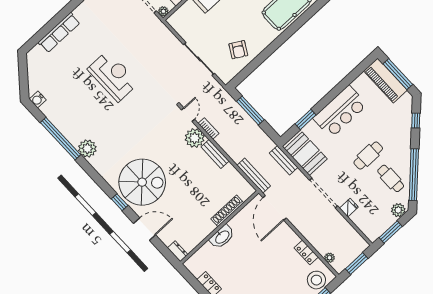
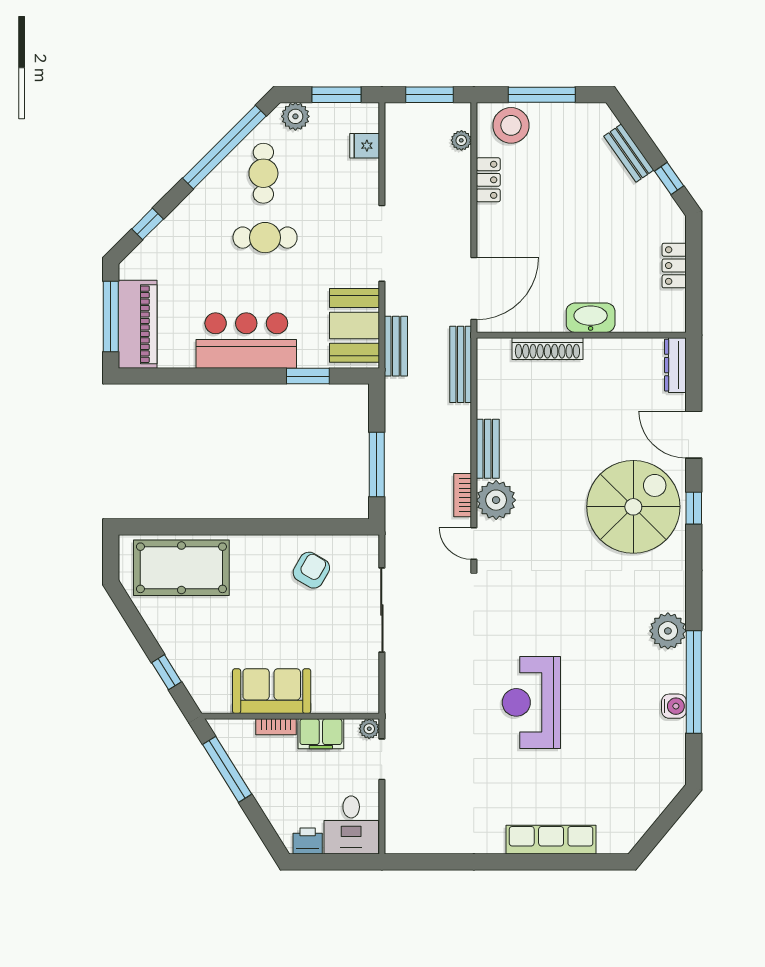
water cooler: (38, 99) -> (674, 706), moved
door: (188, 115) -> (474, 543), hinge flipped
spiral stairs: (142, 182) -> (633, 507), turned 90
fridge: (349, 208) -> (365, 146), moved
dresser: (178, 251) -> (675, 365), width x1.44

